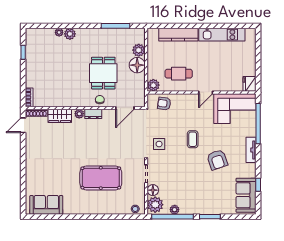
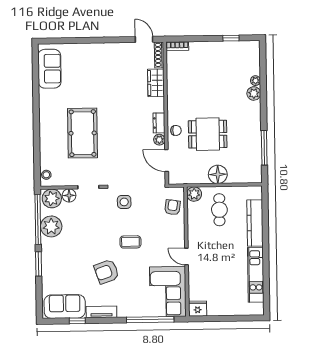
plant: (139, 50) -> (236, 176), removed
cafe table: (179, 74) -> (219, 210), moved
plant: (79, 114) -> (159, 140), moved
tv unit: (251, 150) -> (101, 312), moved
plant: (175, 210) -> (51, 226), width x1.87, depth x1.87

